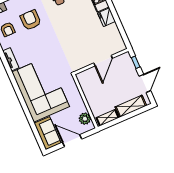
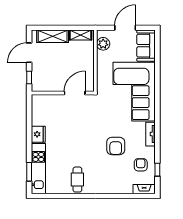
armchair: (31, 20) -> (116, 146), moved
door: (103, 61) -> (75, 93), moved
door: (72, 141) -> (125, 28), swing flipped

